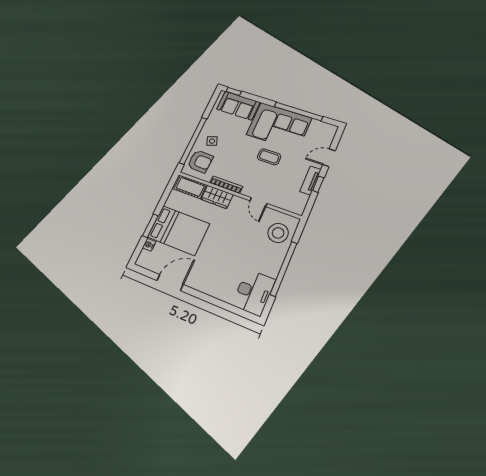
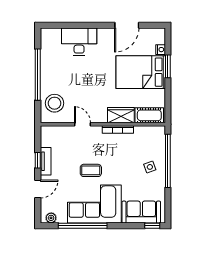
plant: (326, 128) -> (51, 218), added
armchair: (200, 161) -> (152, 143), removed
desk: (254, 292) -> (79, 42), moved, turned 90

